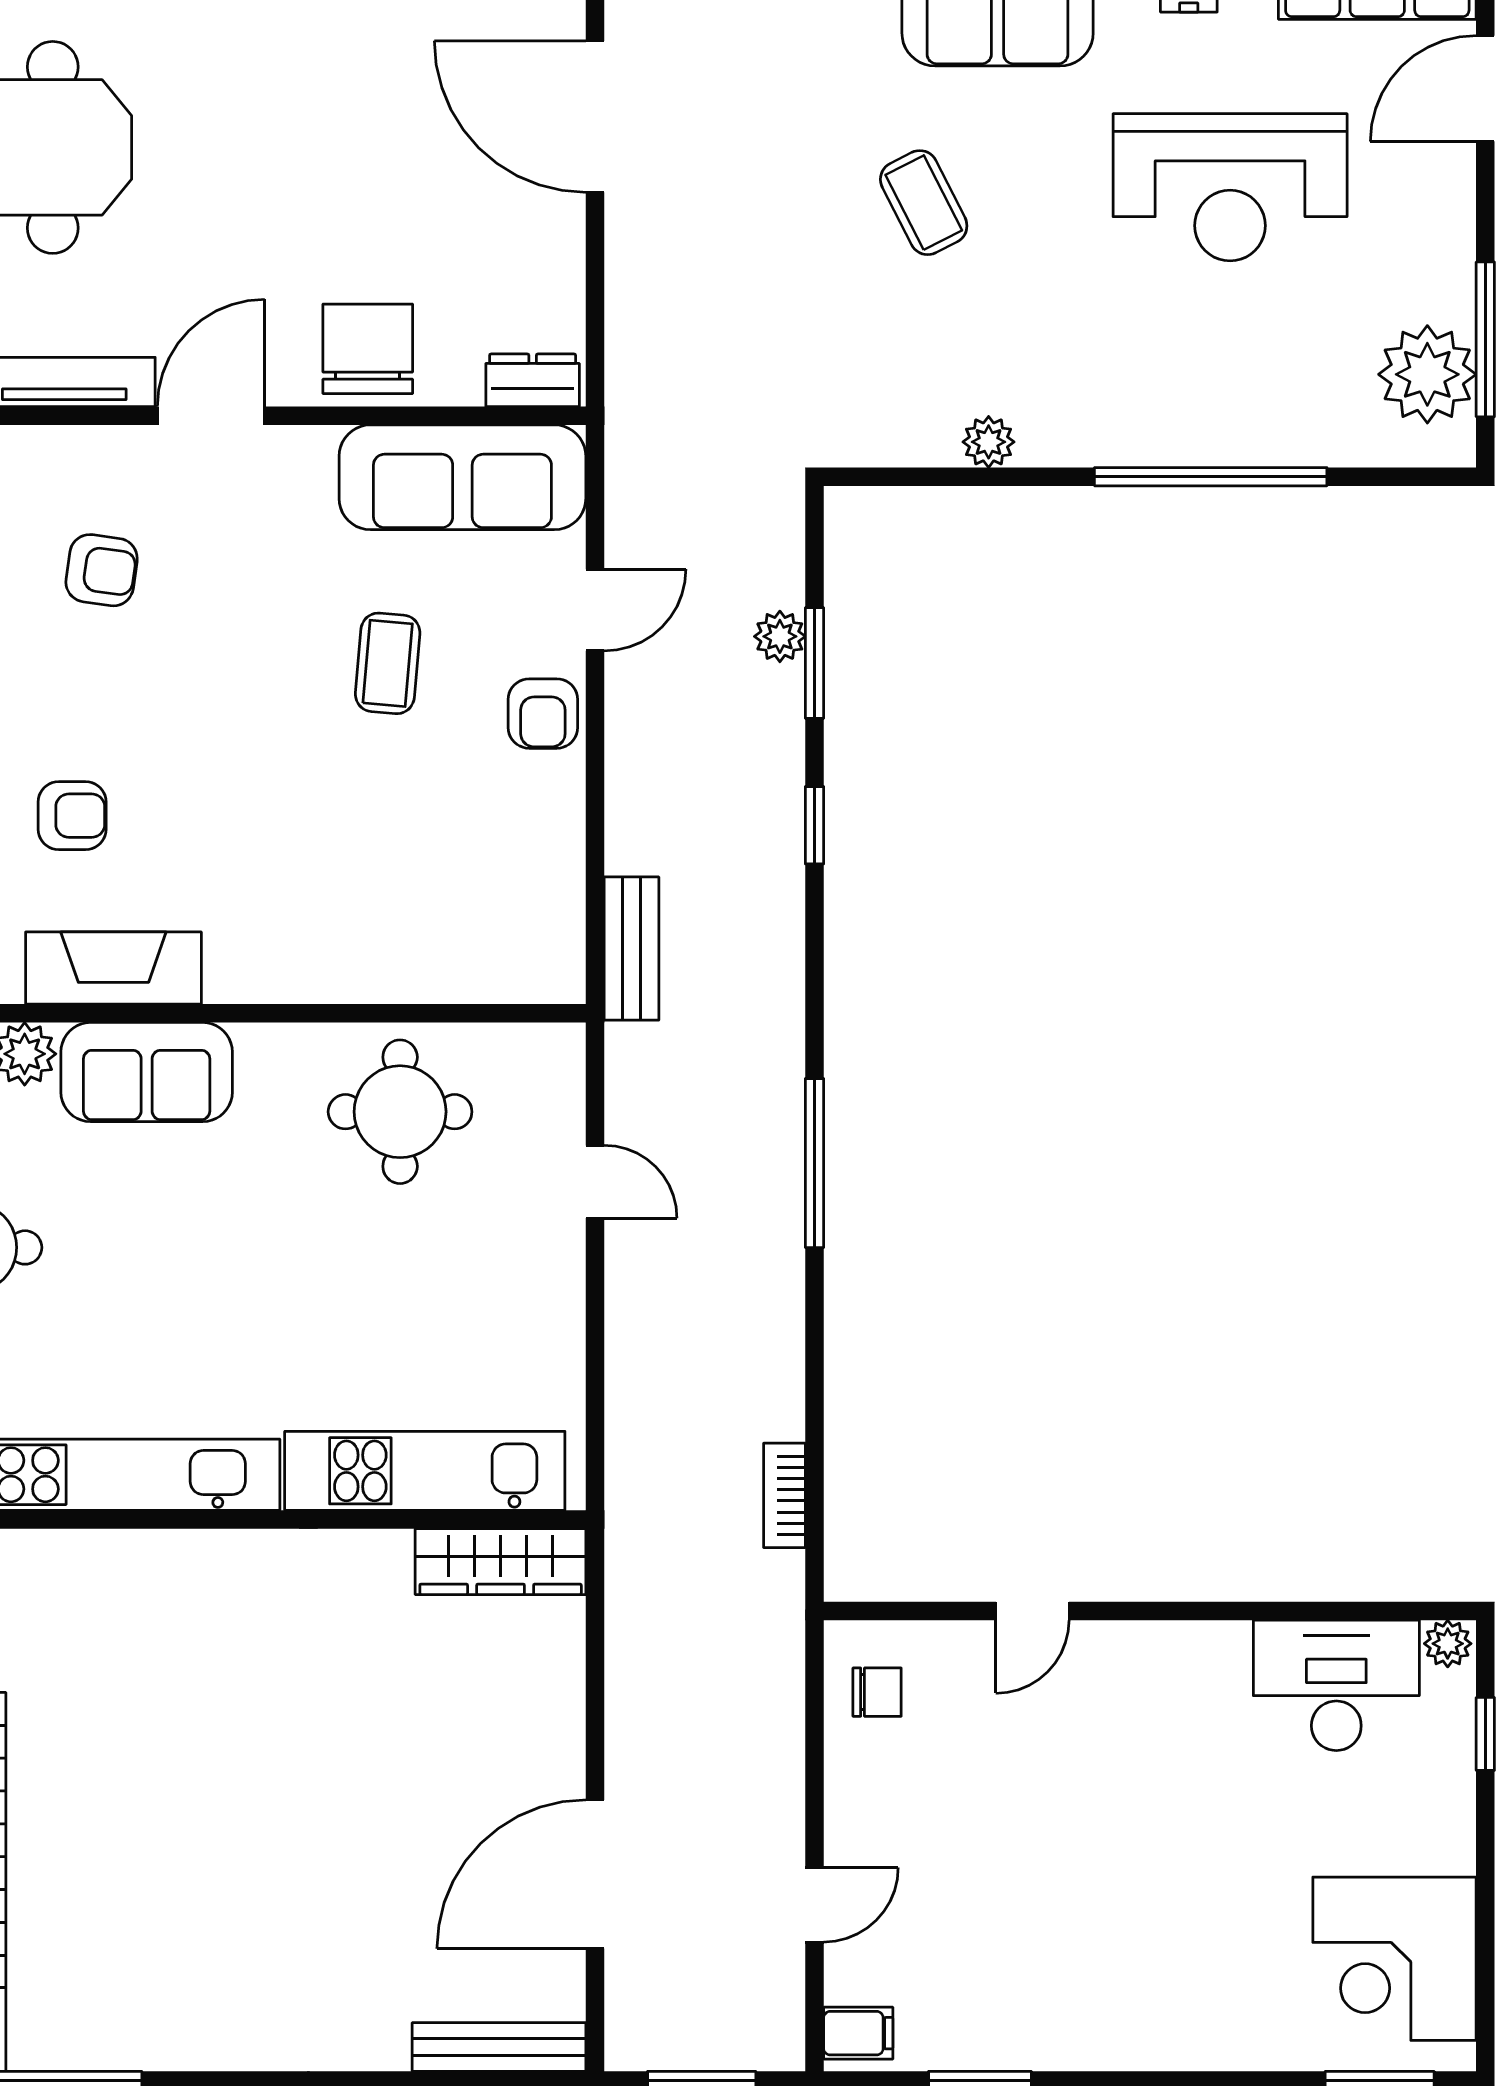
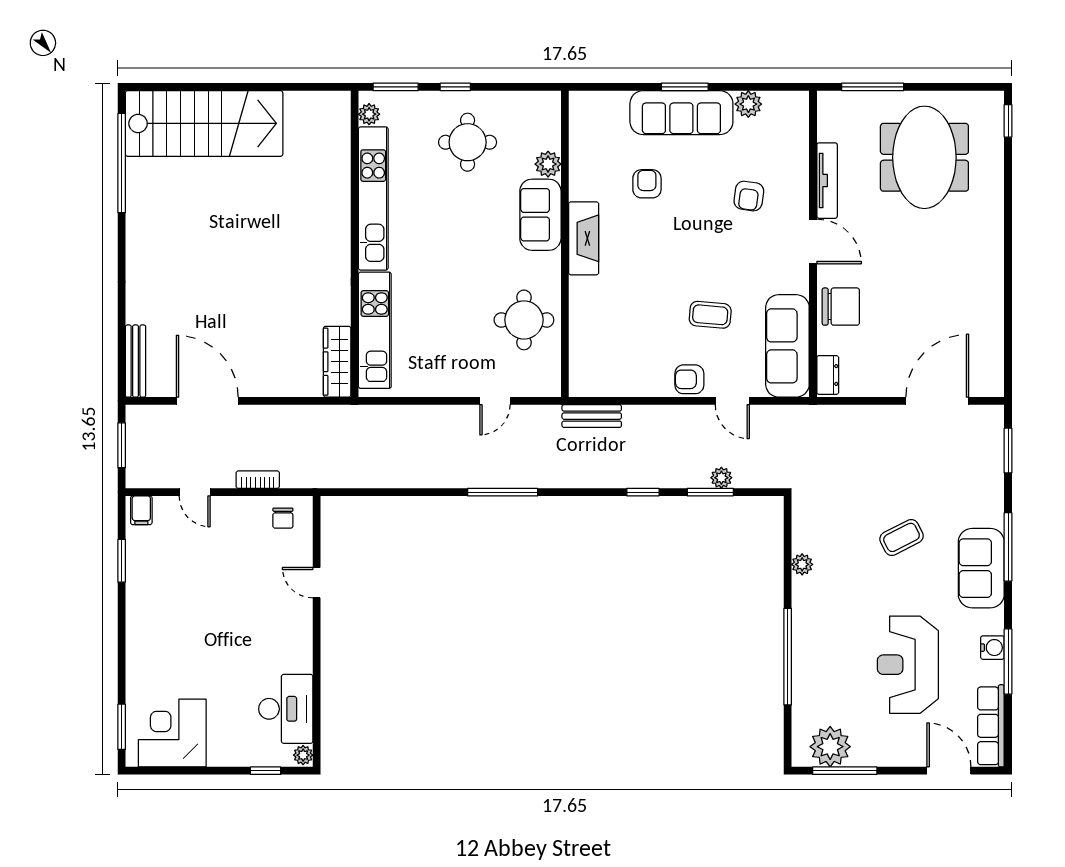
armchair: (72, 816) -> (647, 184), turned 180
fireplace: (113, 968) -> (584, 238), moved
bookcase: (784, 1495) -> (258, 480), moved

